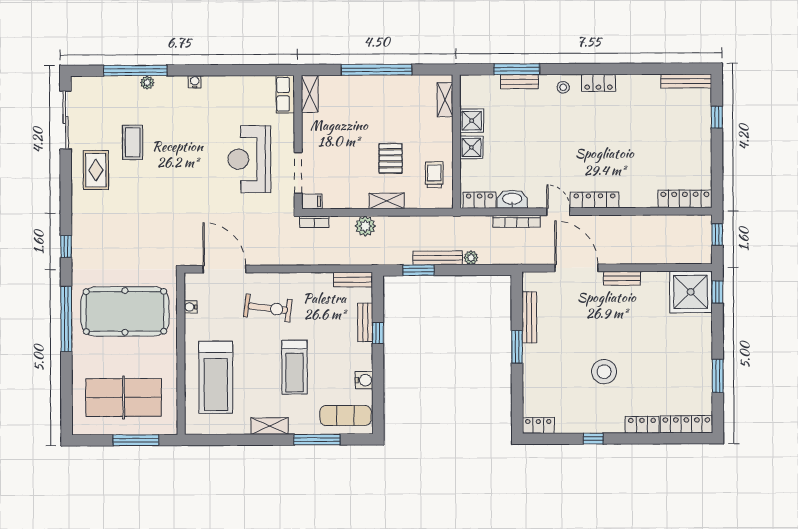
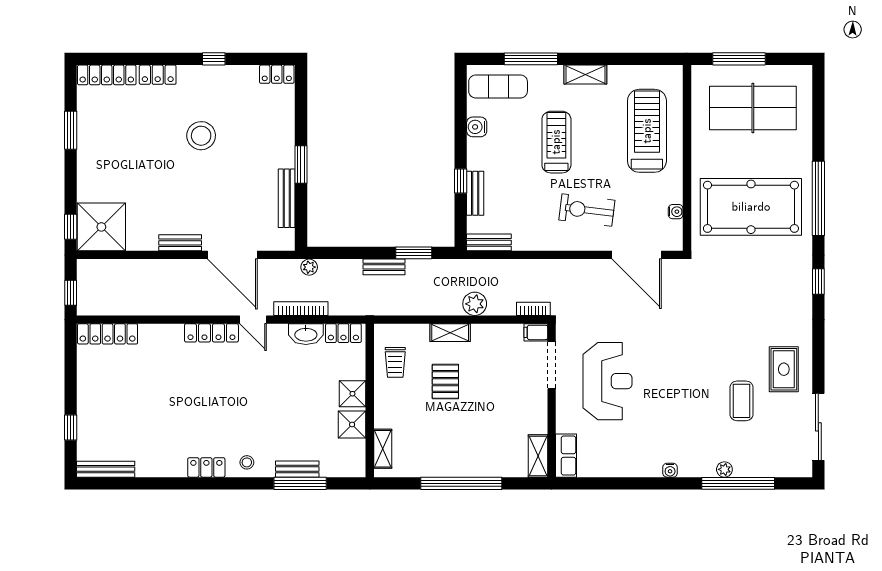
bench: (438, 258) -> (384, 267), width x0.73
plant: (471, 258) -> (309, 267), moved

